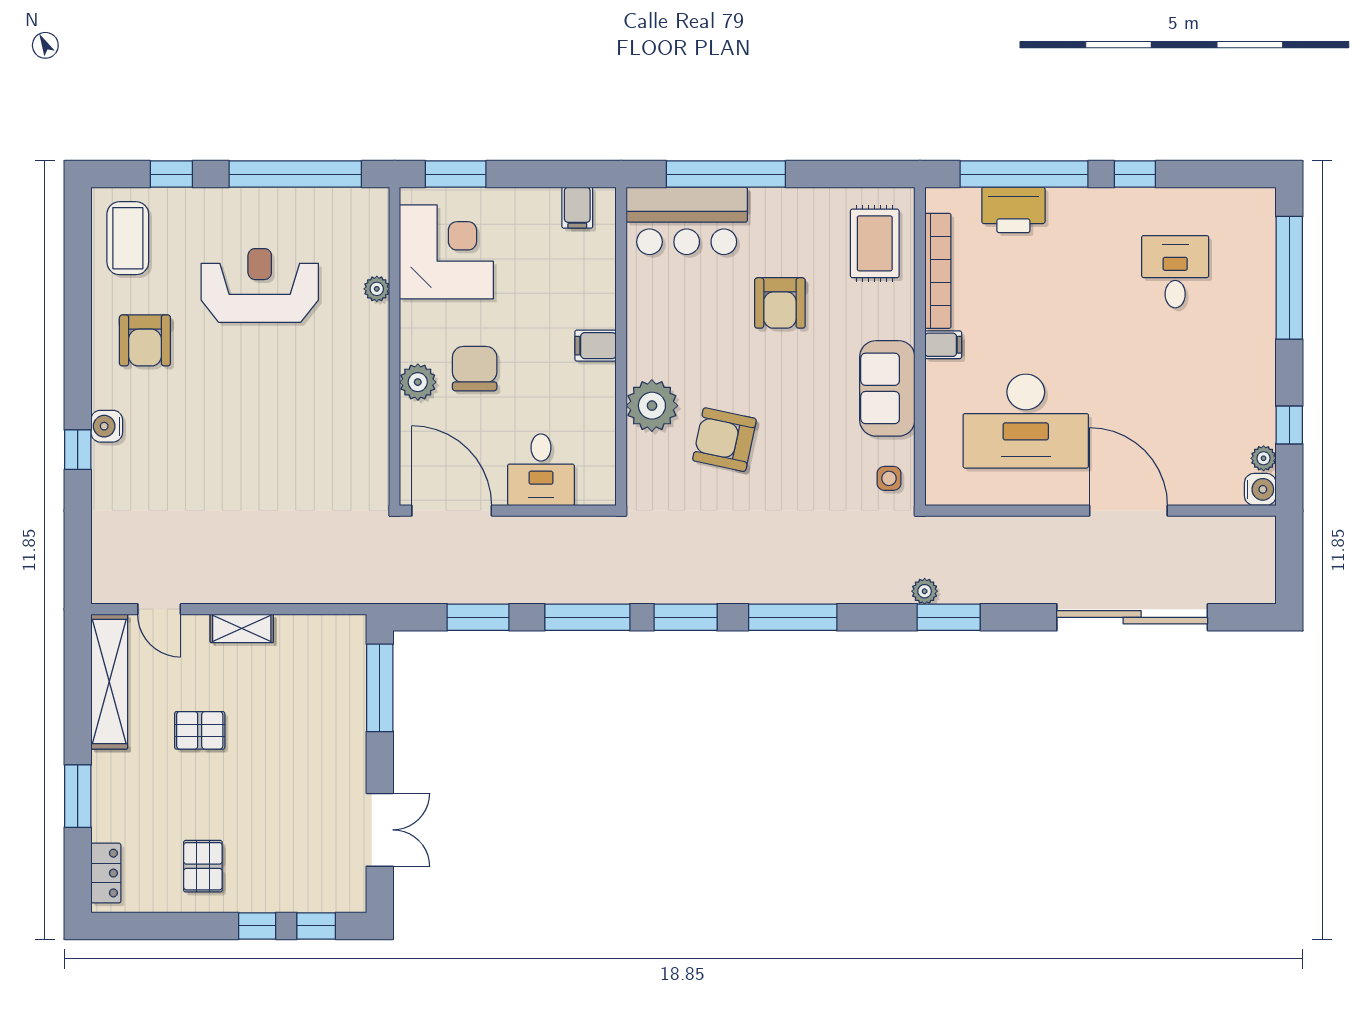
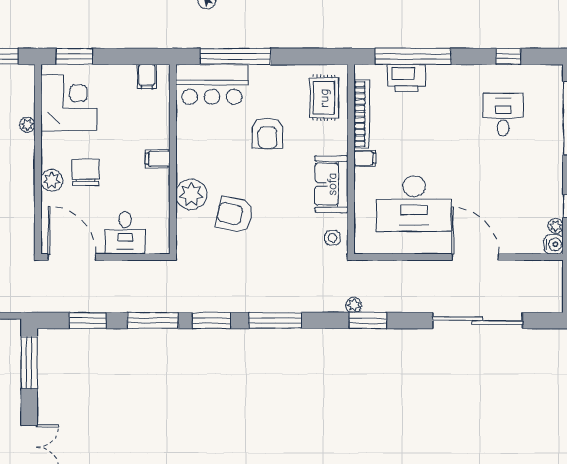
window: (1135, 174) -> (508, 56), moved

